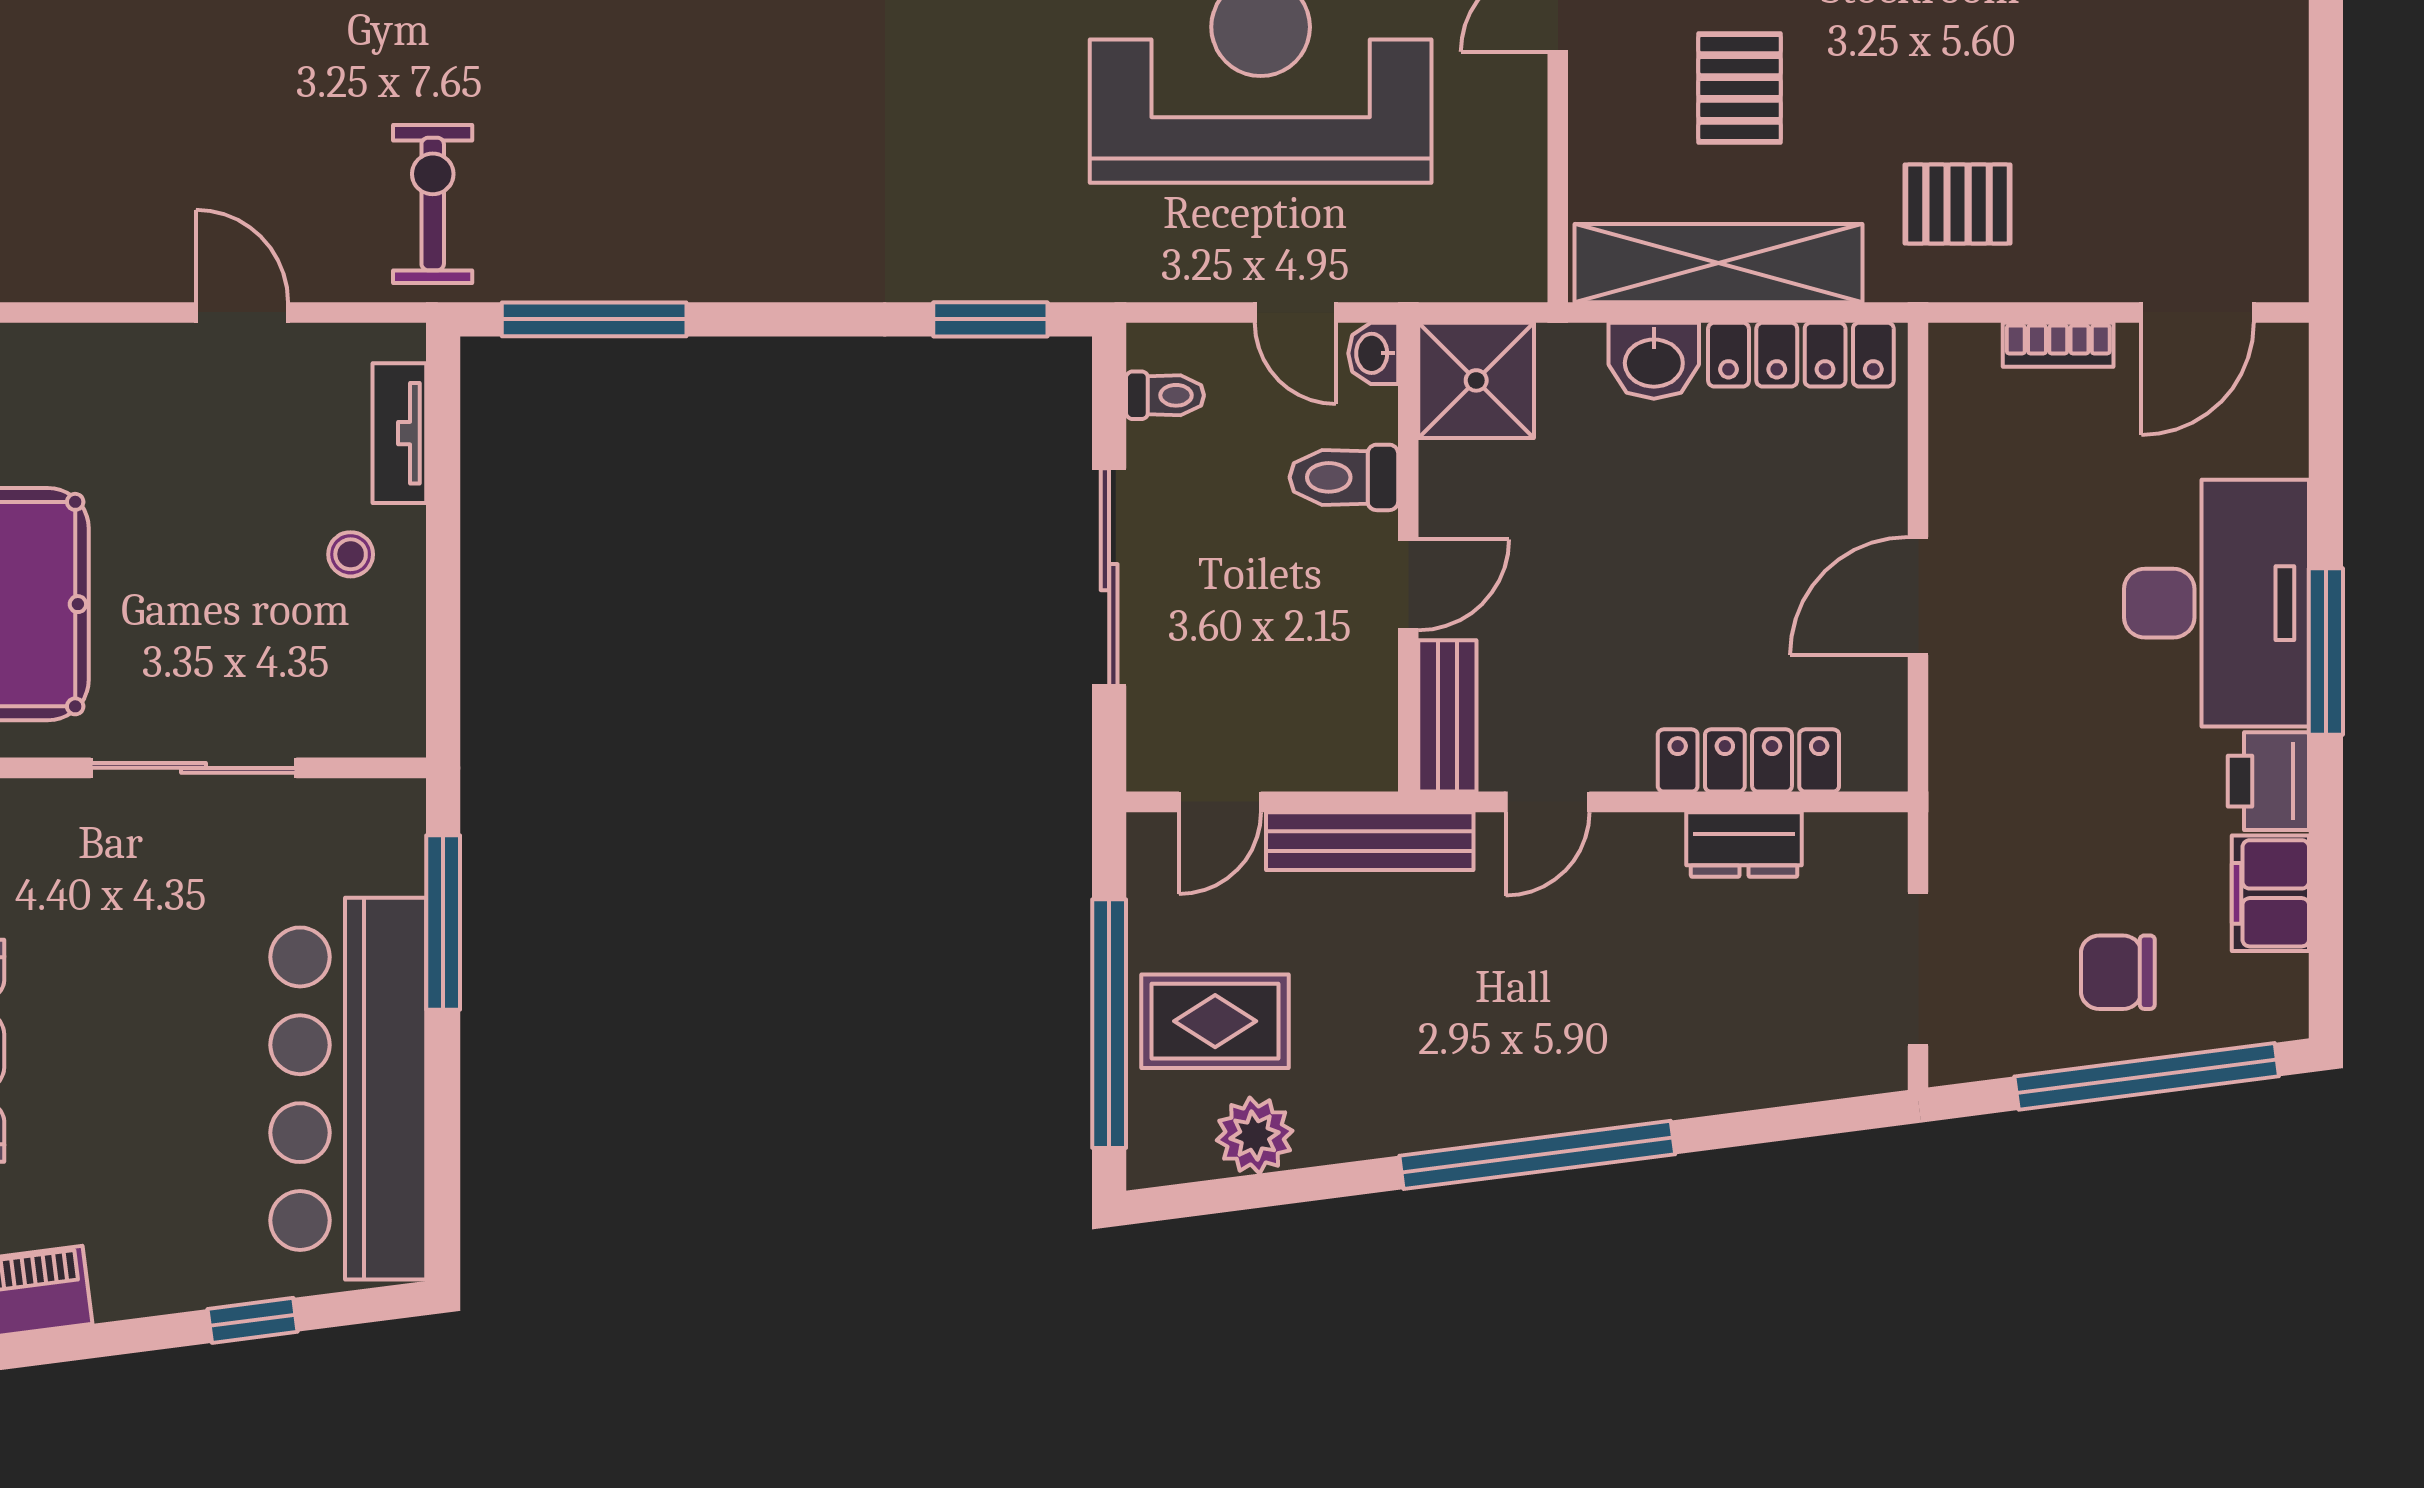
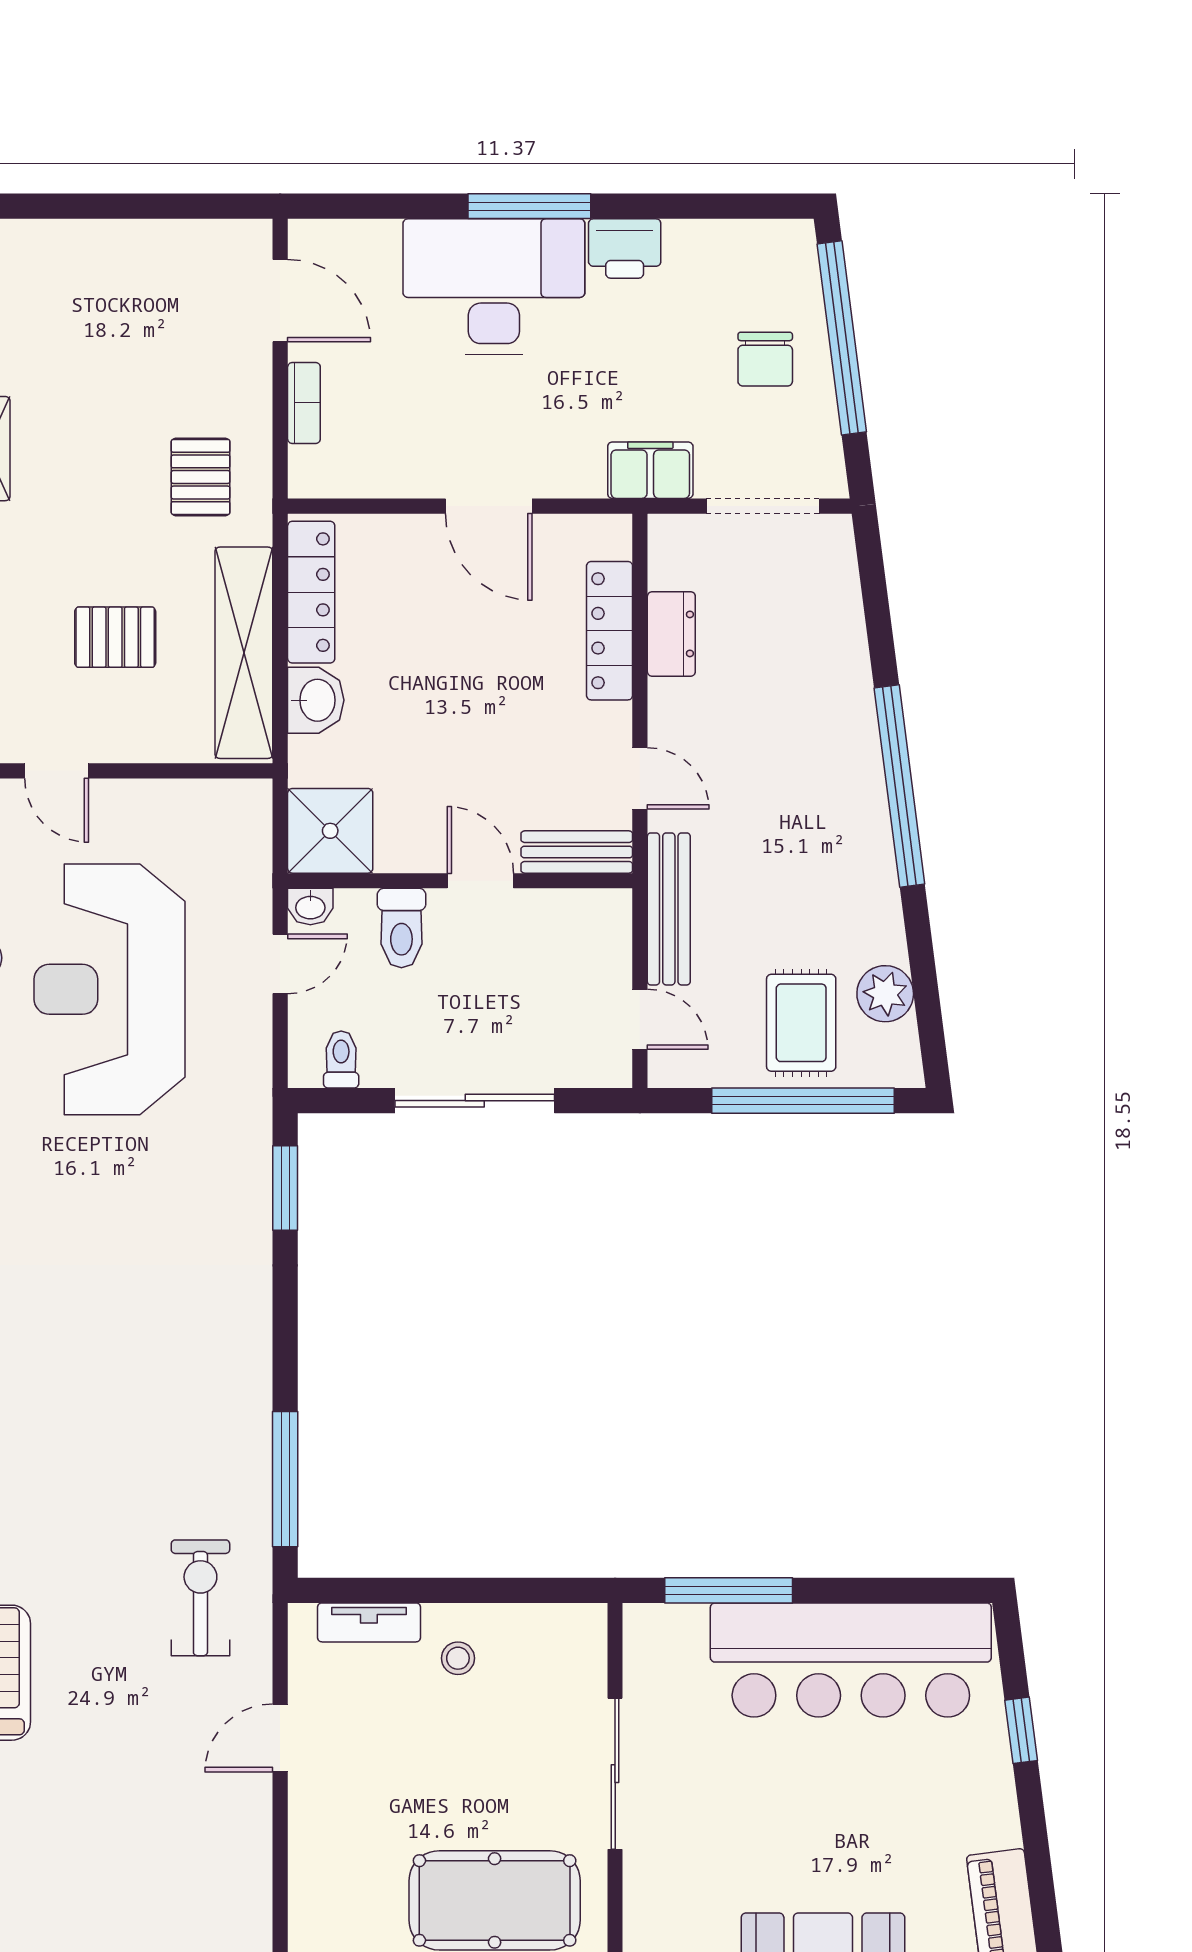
exercise bike: (433, 204) -> (200, 1598), turned 90
filing cabinet: (2270, 893) -> (650, 470), moved, turned 180

